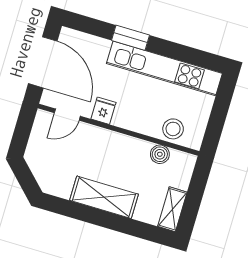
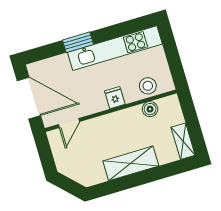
fridge: (103, 111) -> (115, 98), moved

